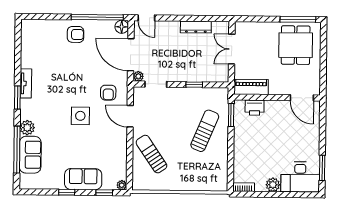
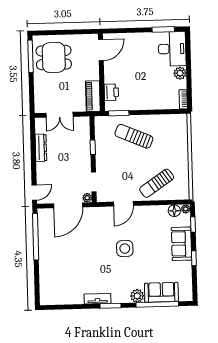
floor lamp: (122, 27) -> (174, 211), moved
armchair: (76, 34) -> (52, 256), removed
armchair: (108, 93) -> (103, 224), removed

